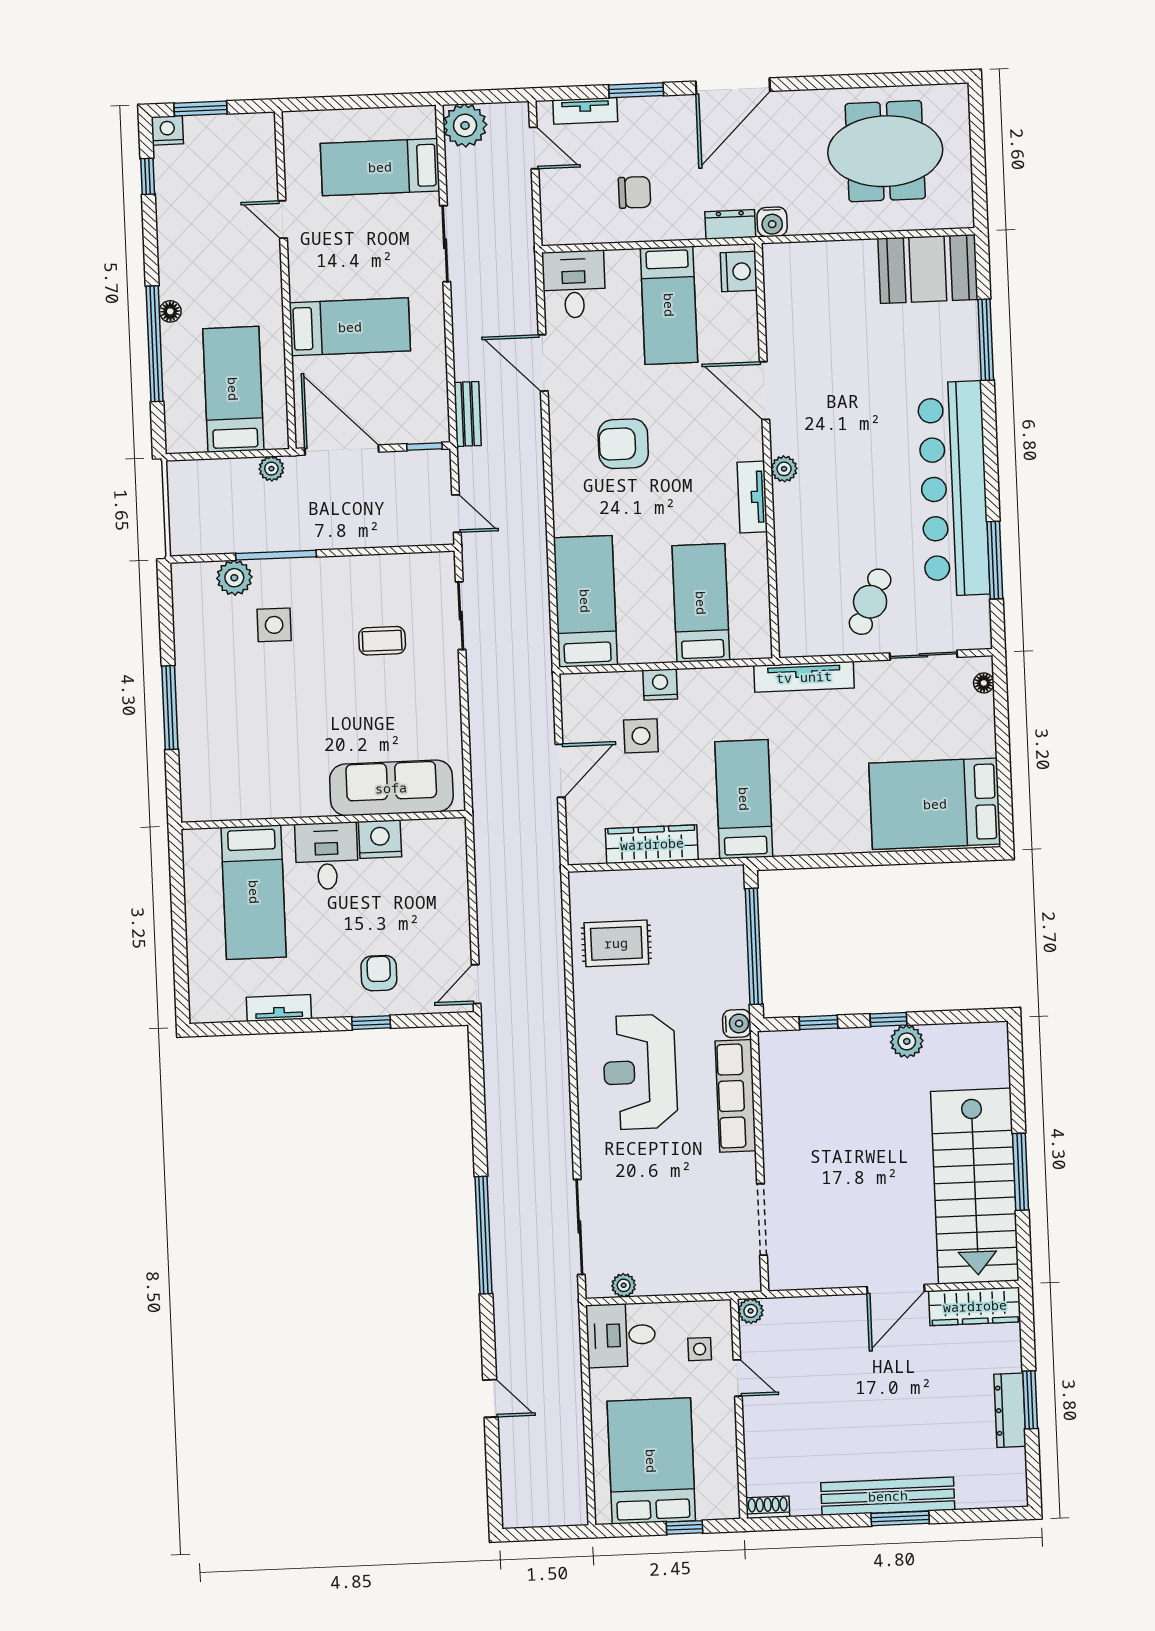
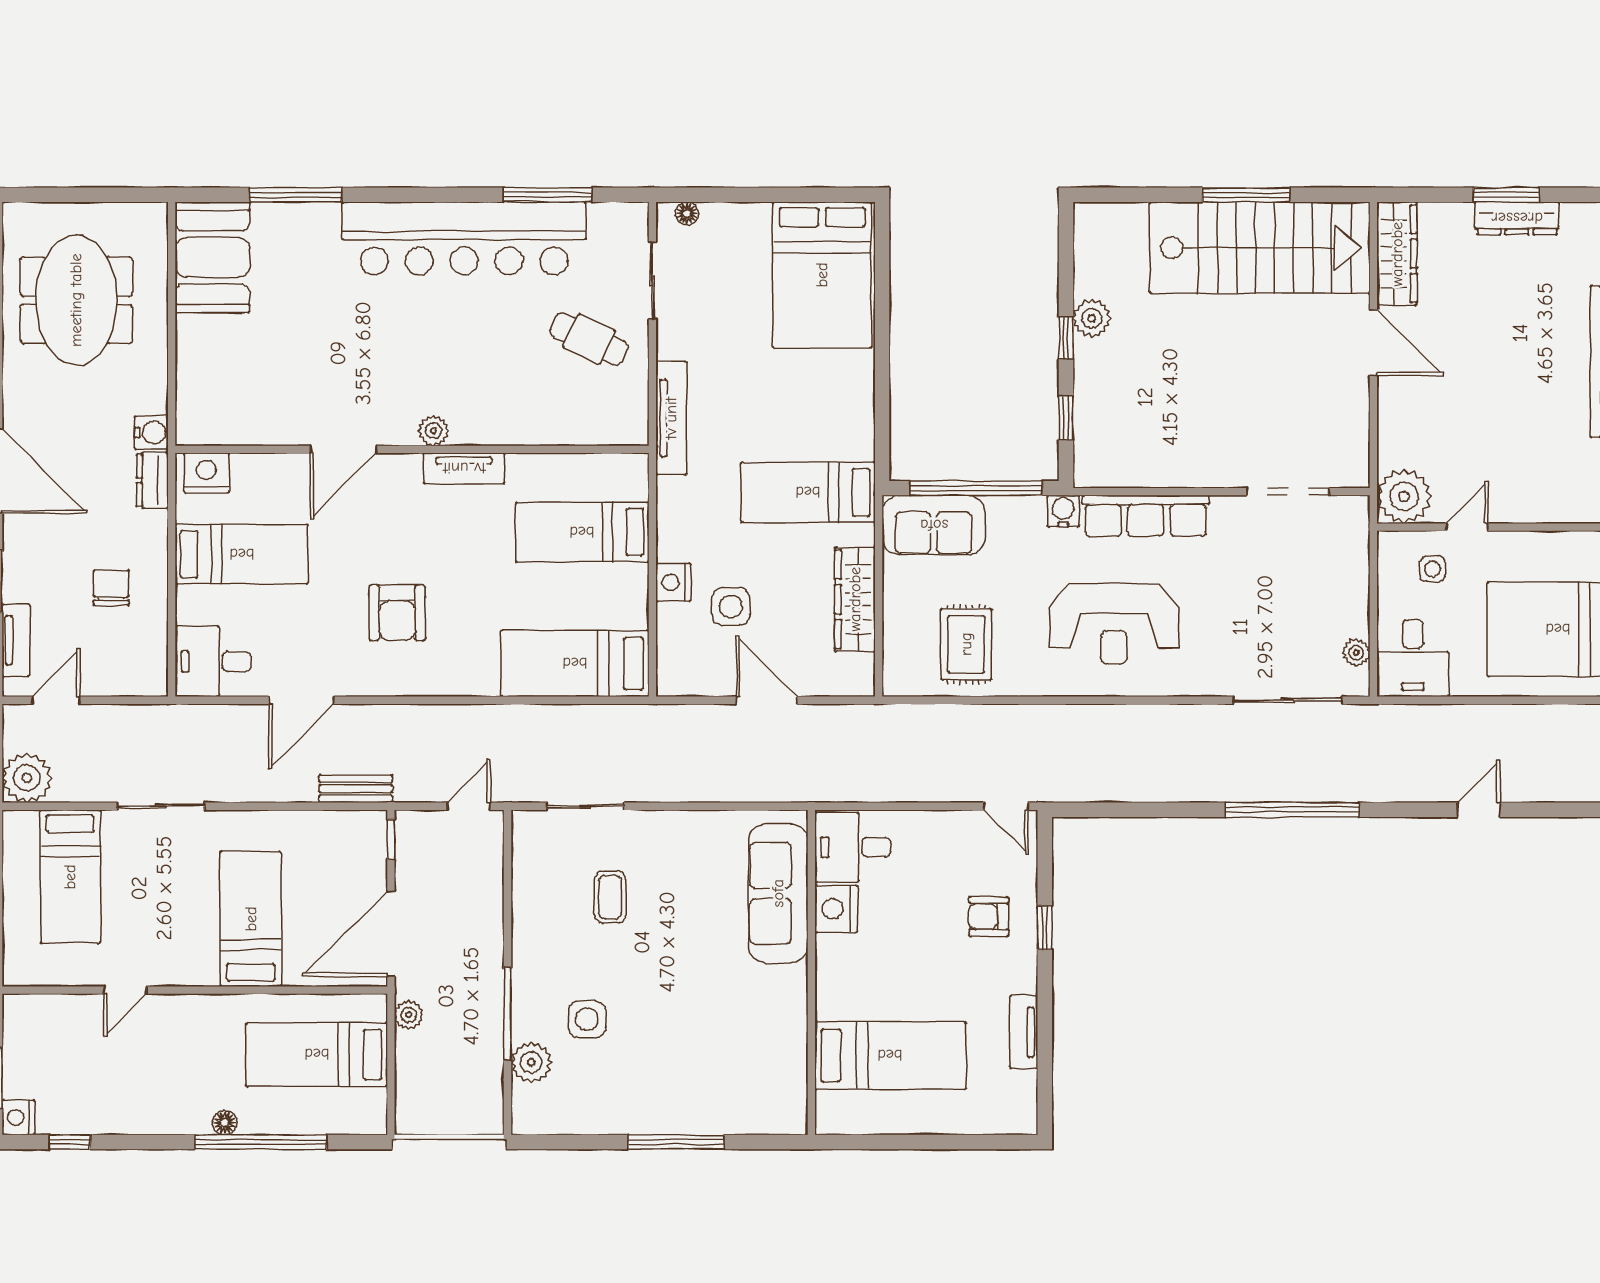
desk: (327, 856) -> (853, 847), moved
sofa: (720, 910) -> (934, 525), added
plant: (751, 1311) -> (1404, 496), width x1.87, depth x1.87

